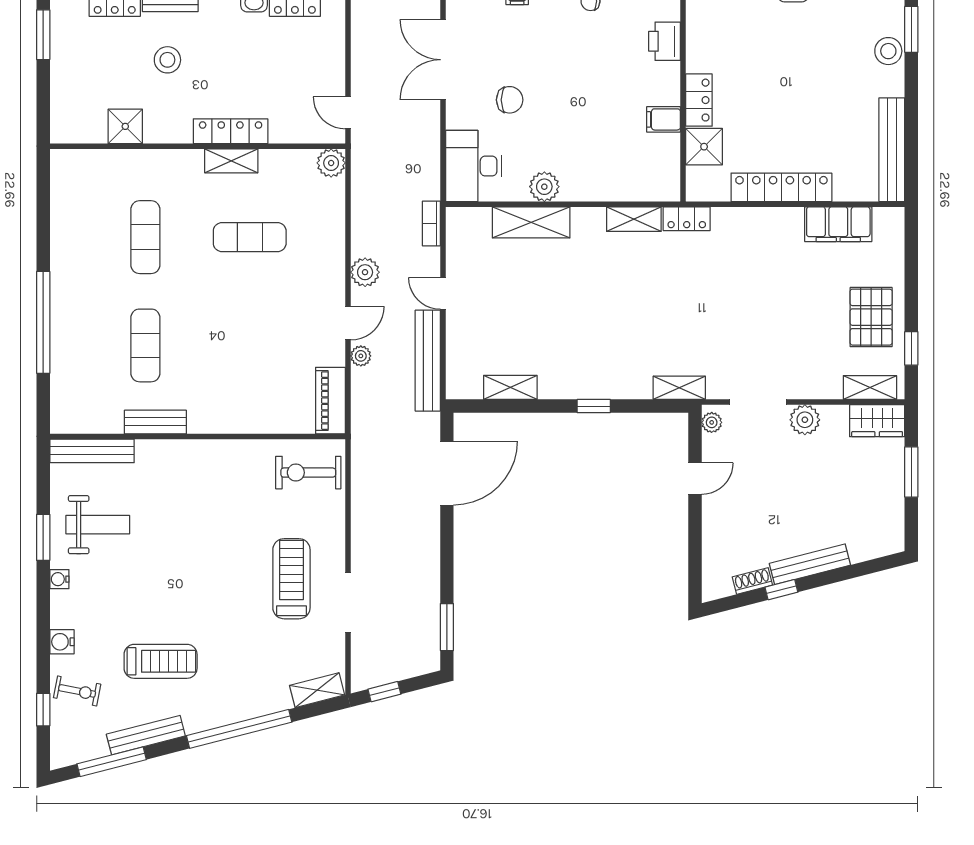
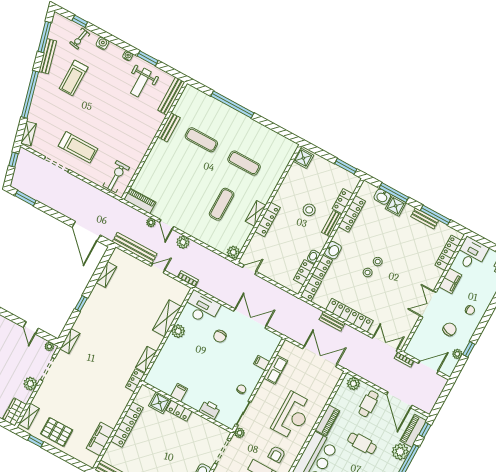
shower: (125, 126) -> (303, 158), moved

